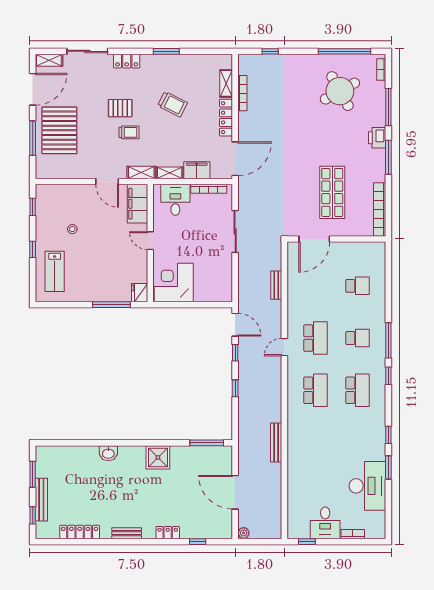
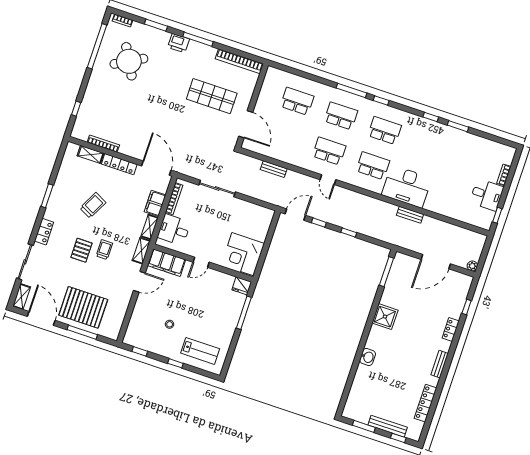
window: (388, 107) -> (156, 25), width x0.69
school desk: (357, 286) -> (297, 101), width x1.85
school desk: (357, 338) -> (341, 116), width x1.85
bench: (276, 443) -> (410, 215), width x0.73
desk: (367, 486) -> (407, 186), moved, turned 180

